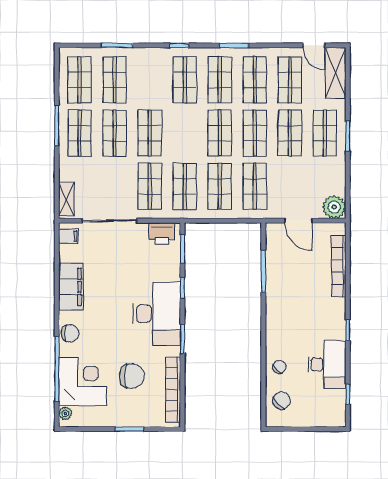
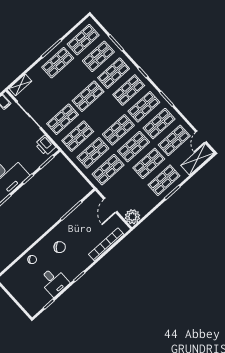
shop shelf: (115, 133) -> (114, 73), moved
desk: (327, 365) -> (54, 281), width x0.73
chair: (282, 401) -> (60, 247), moved

